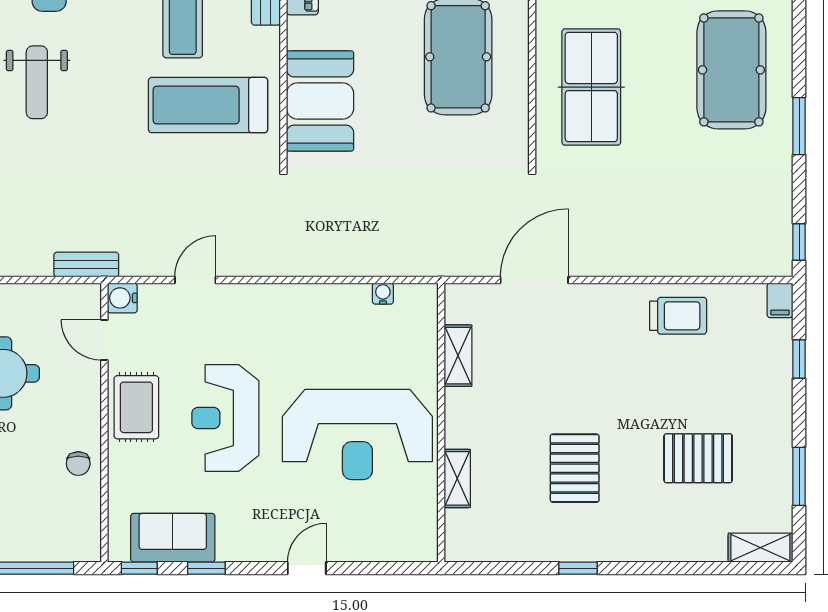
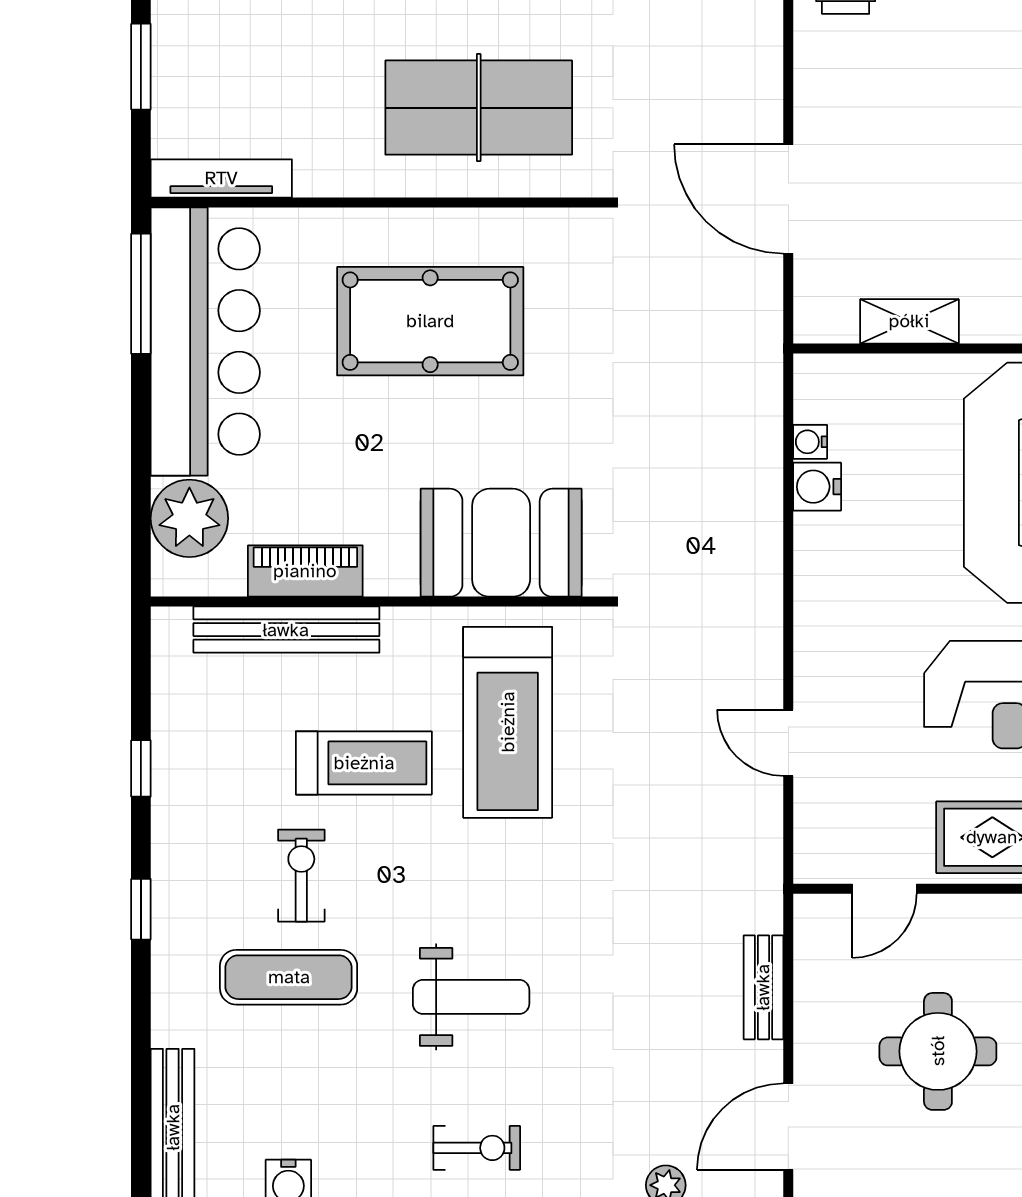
bench: (86, 265) -> (763, 987), moved
water cooler: (122, 298) -> (817, 487), moved, turned 90

